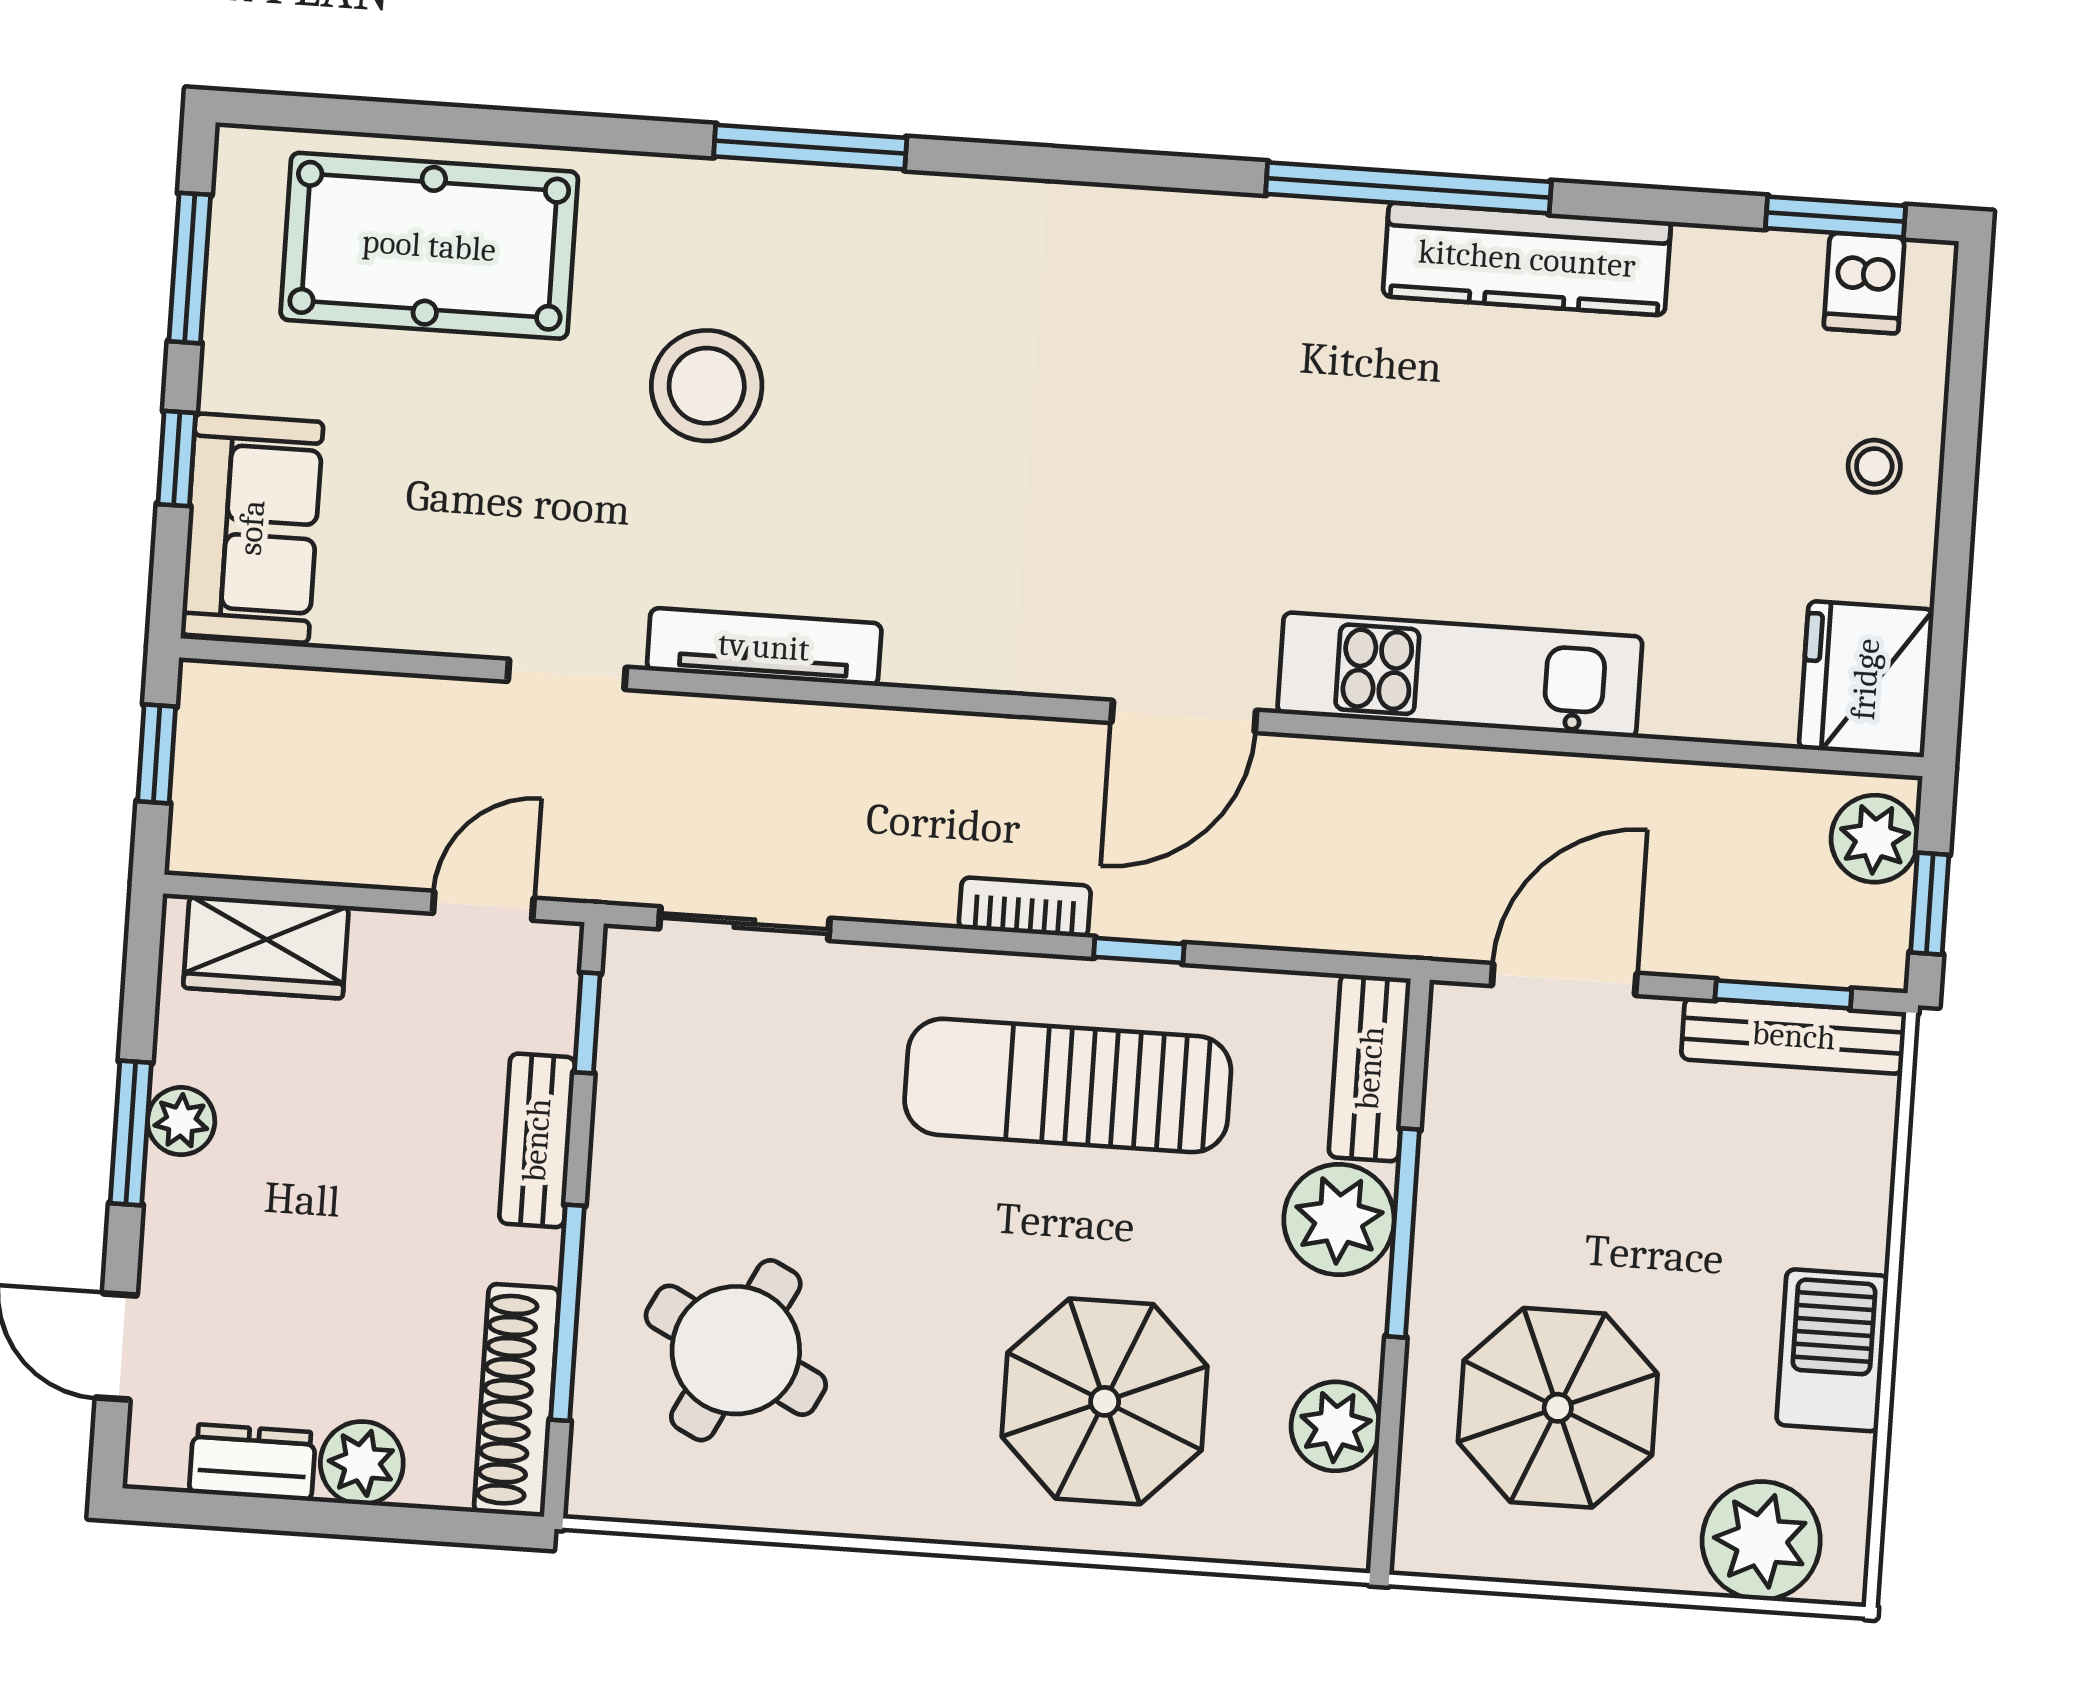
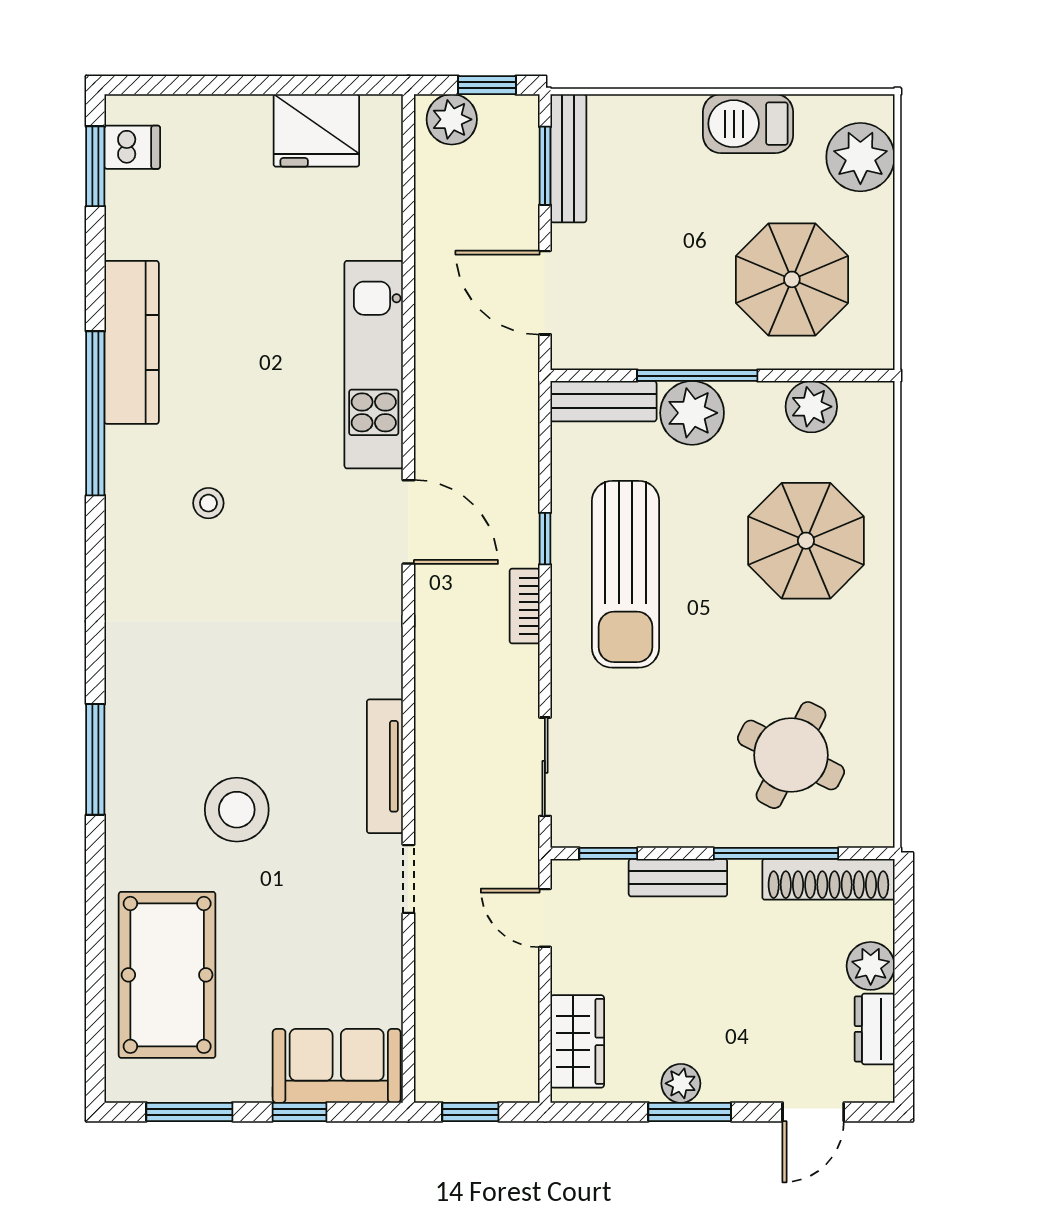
stool: (1874, 466) -> (208, 503), moved
fridge: (1866, 679) -> (316, 130), moved

